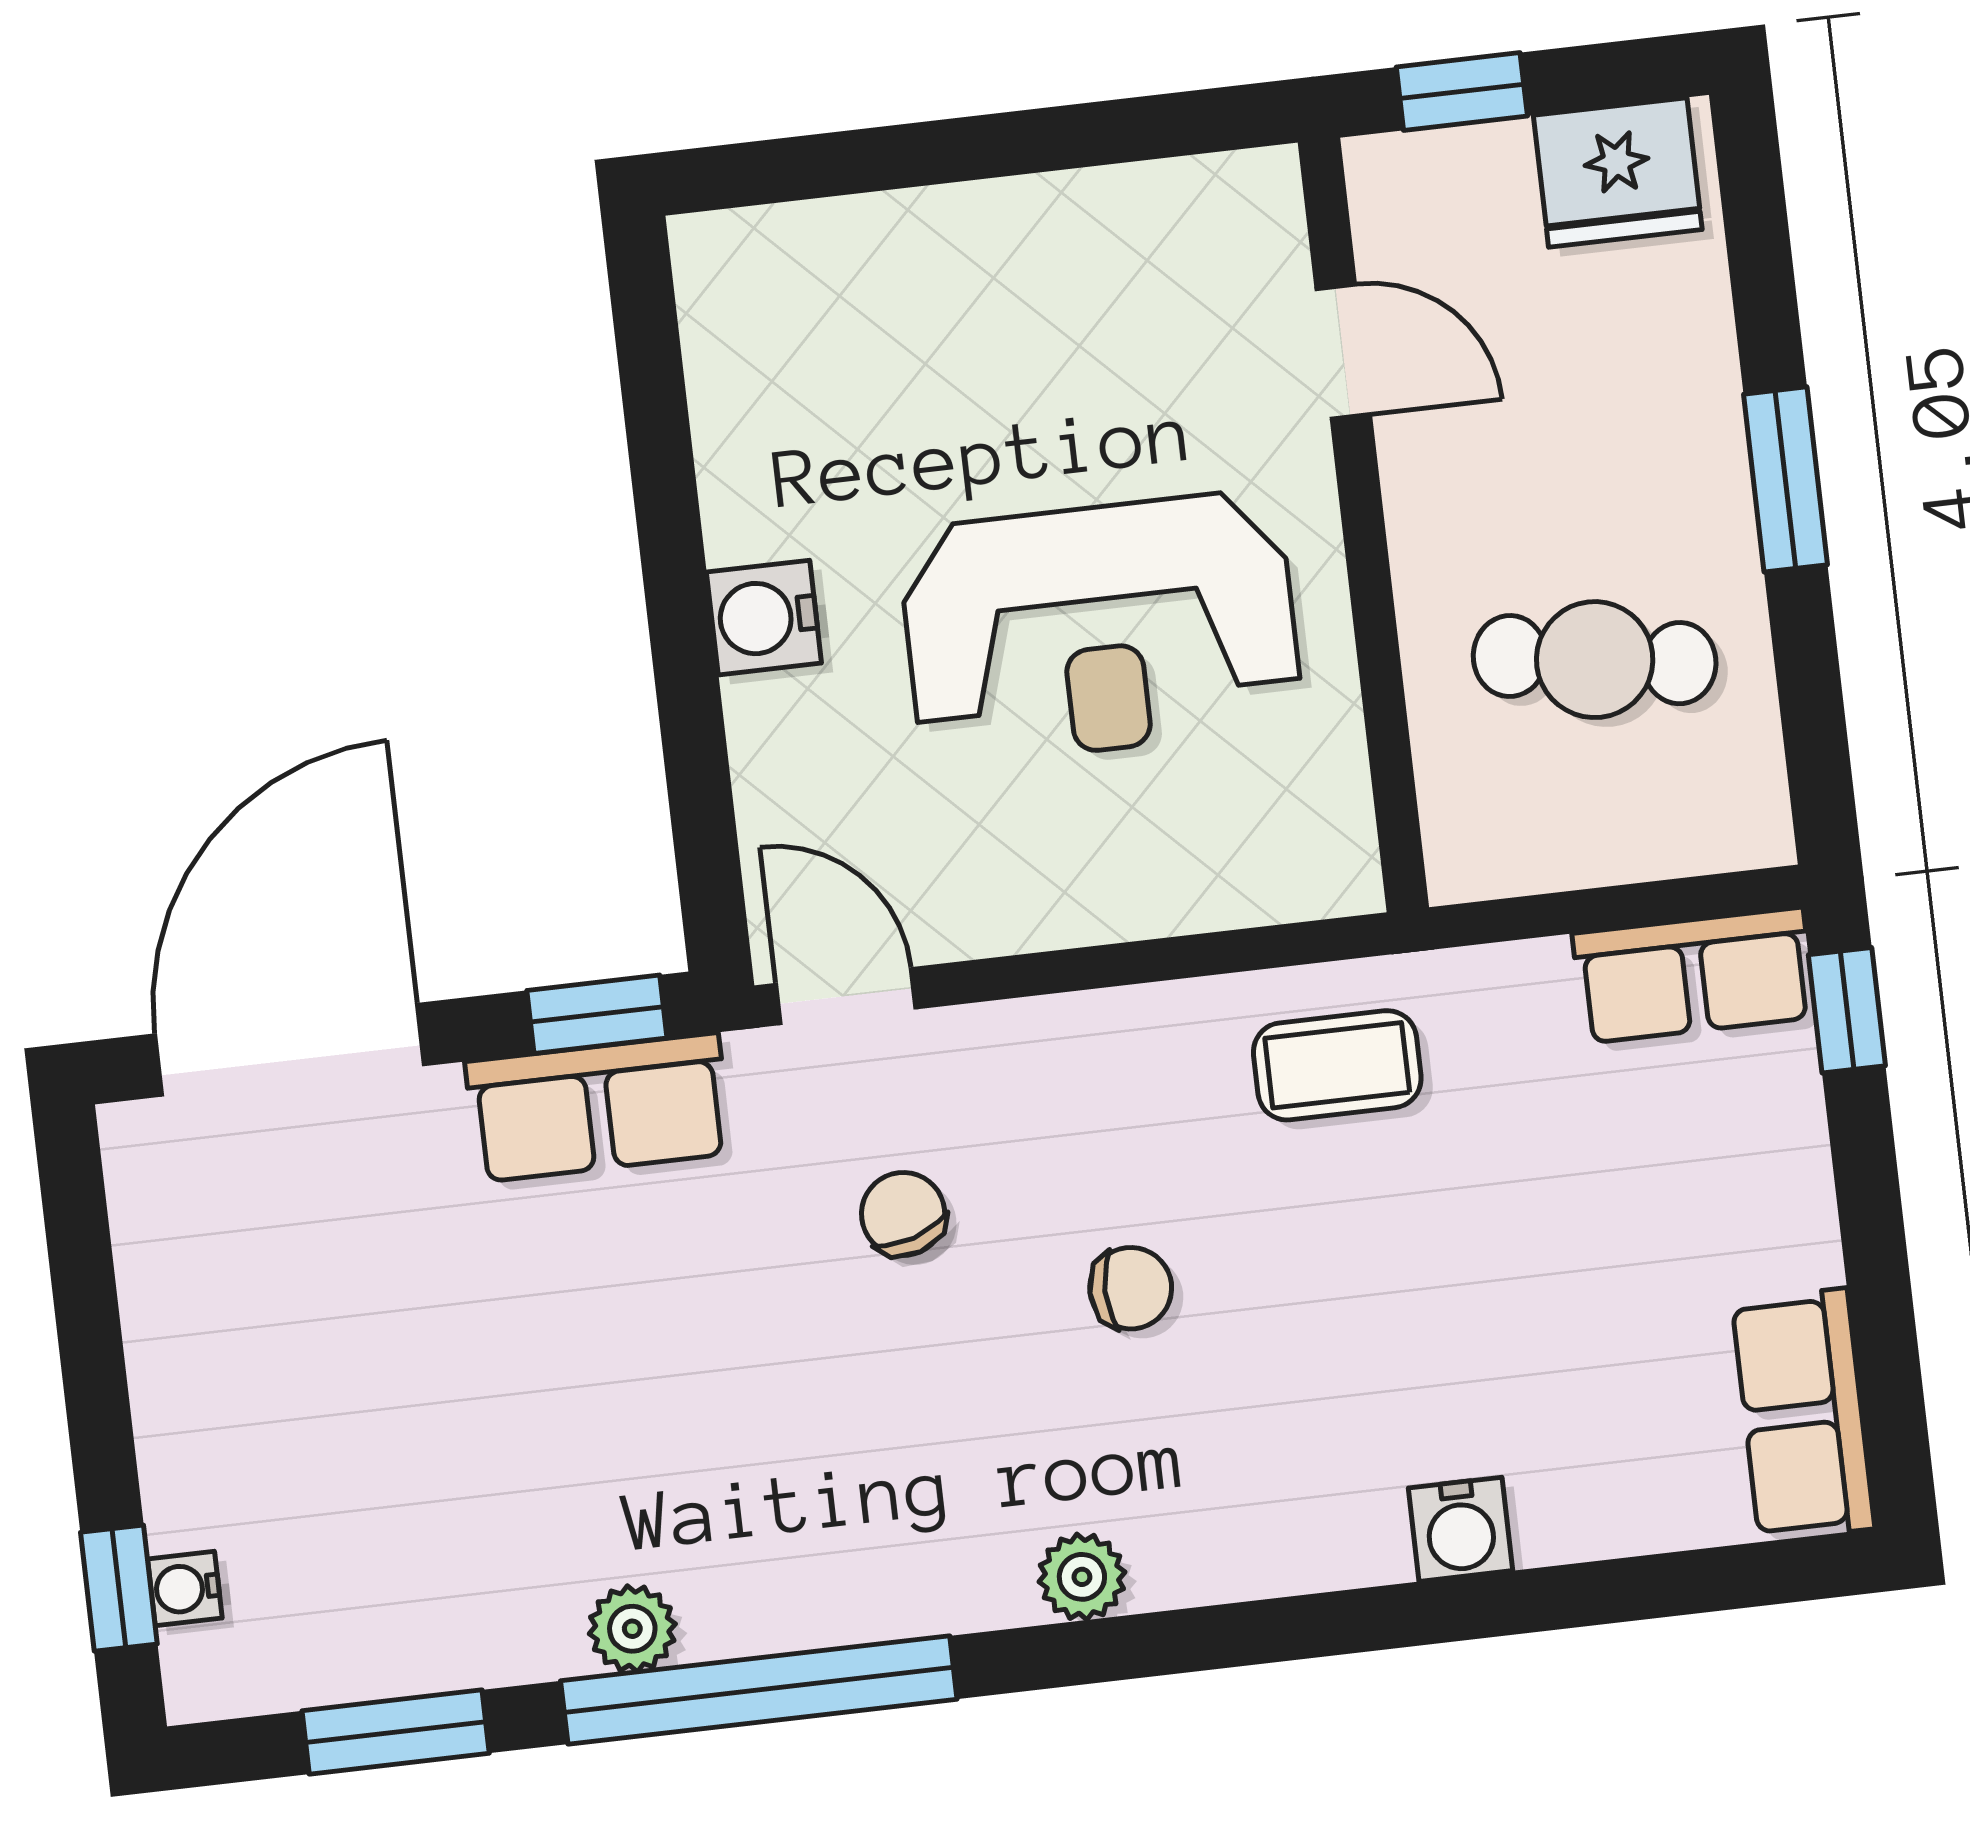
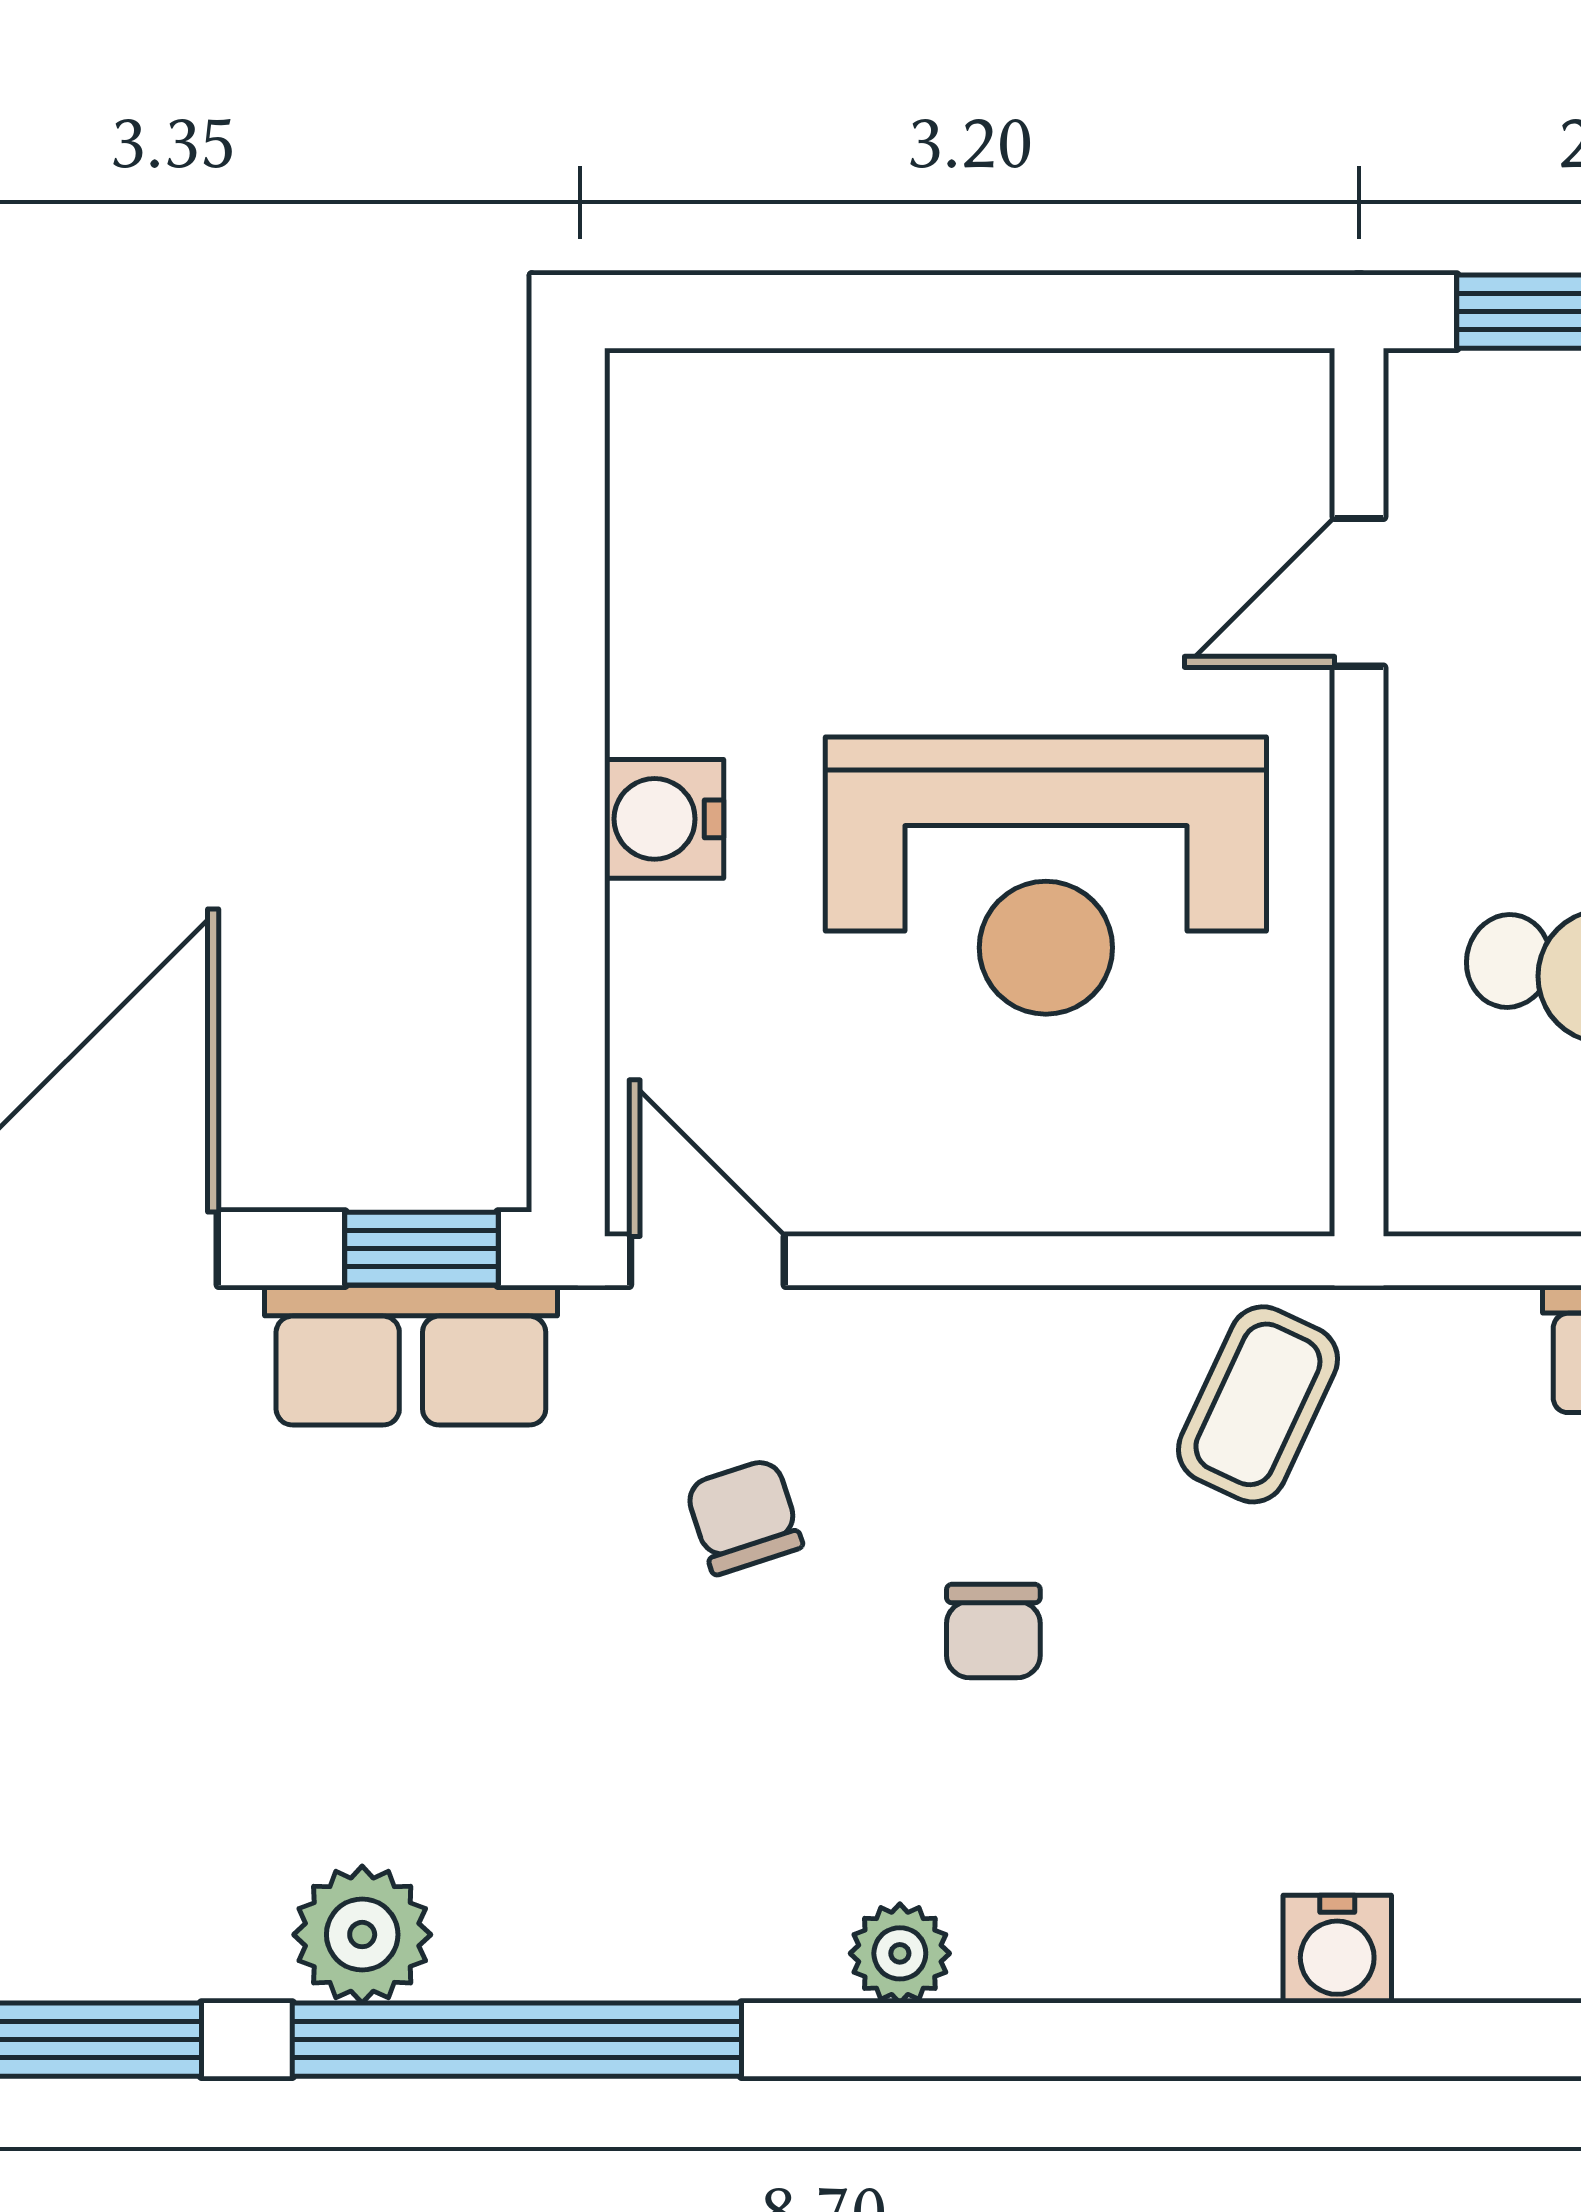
door: (1343, 352) -> (1359, 592), swing flipped
coffee table: (1337, 1065) -> (1258, 1404), turned -65
chair: (1131, 1288) -> (993, 1631), turned 90
plant: (632, 1629) -> (362, 1935), width x1.38, depth x1.38

